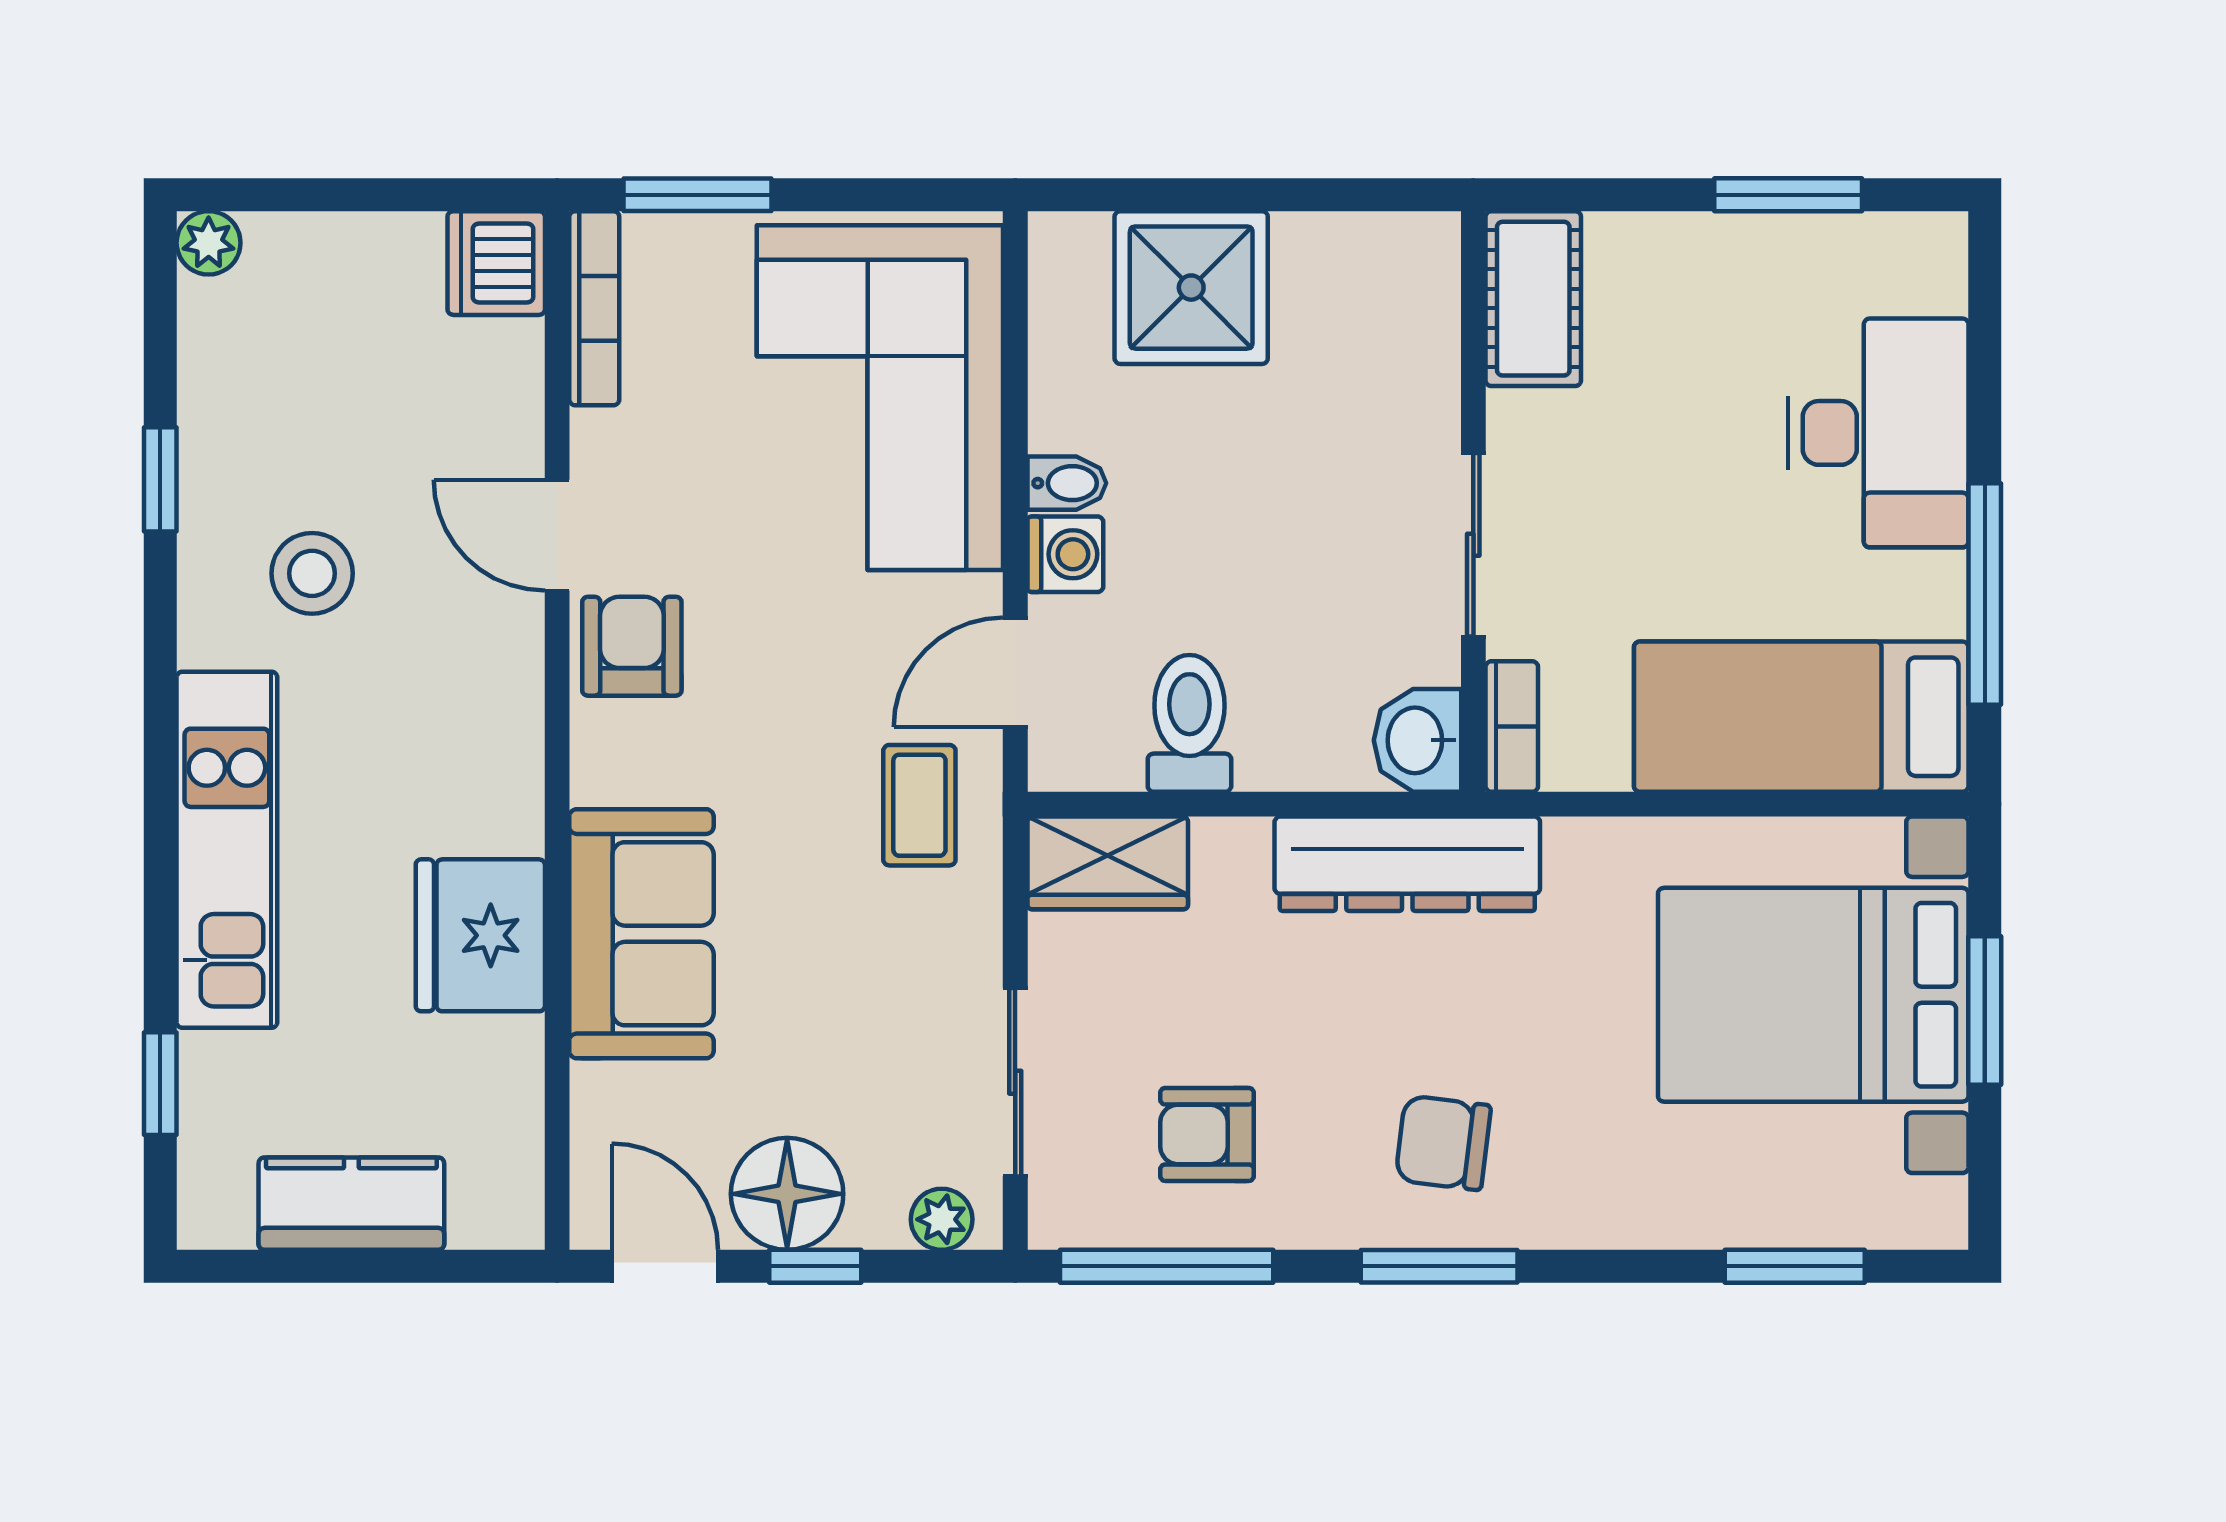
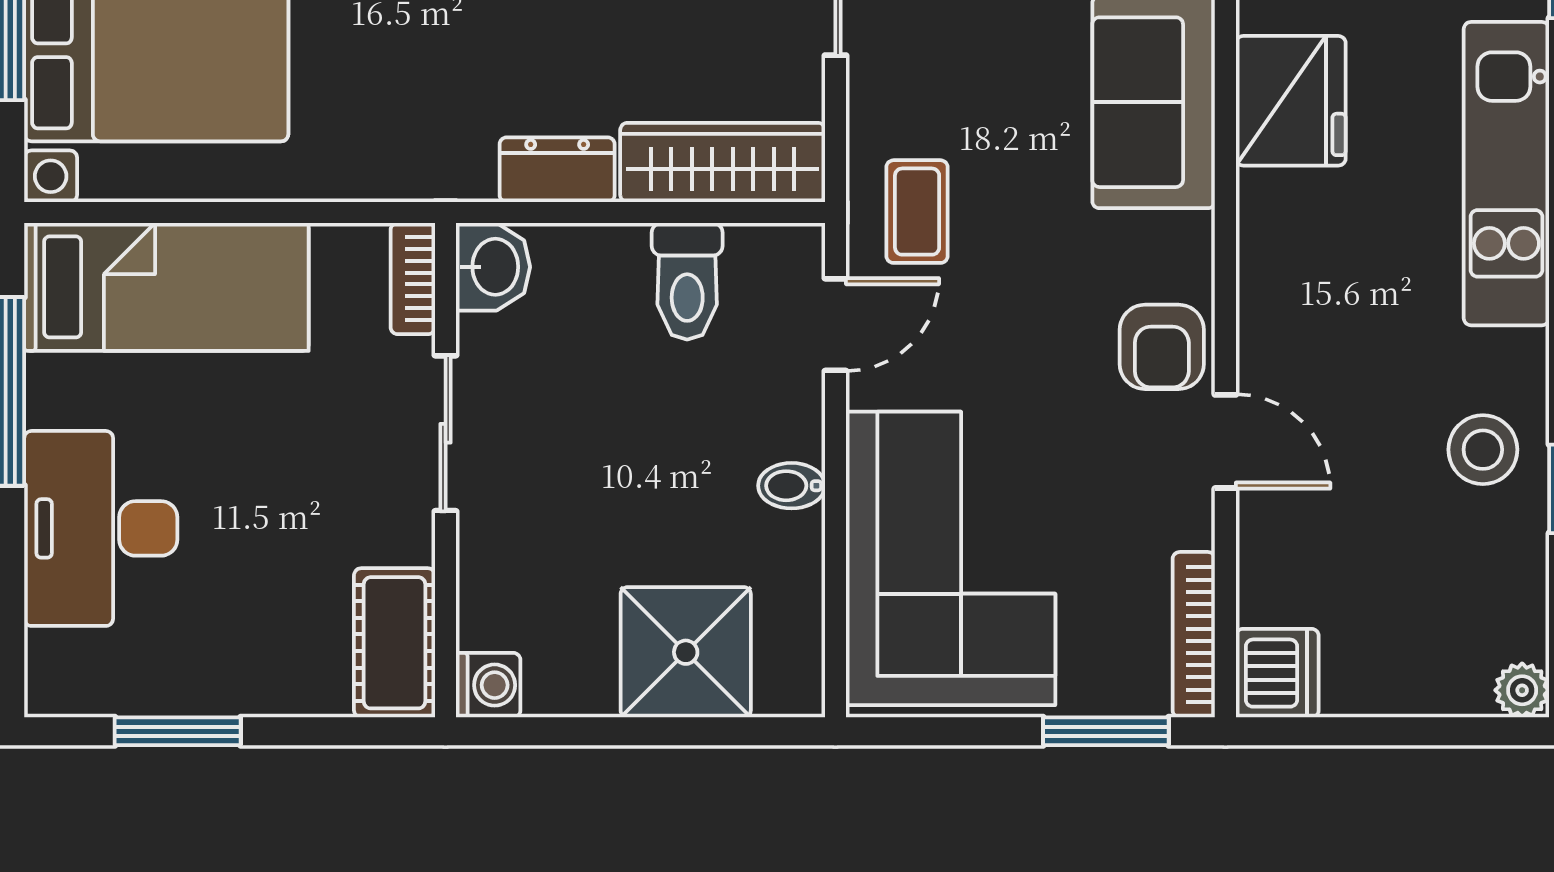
washing machine: (1065, 554) -> (488, 685), moved, turned 180
stool: (312, 573) -> (1483, 450), moved
wardrobe: (1108, 863) -> (723, 162), width x1.50
dresser: (1407, 864) -> (557, 170), width x0.51, depth x0.80

